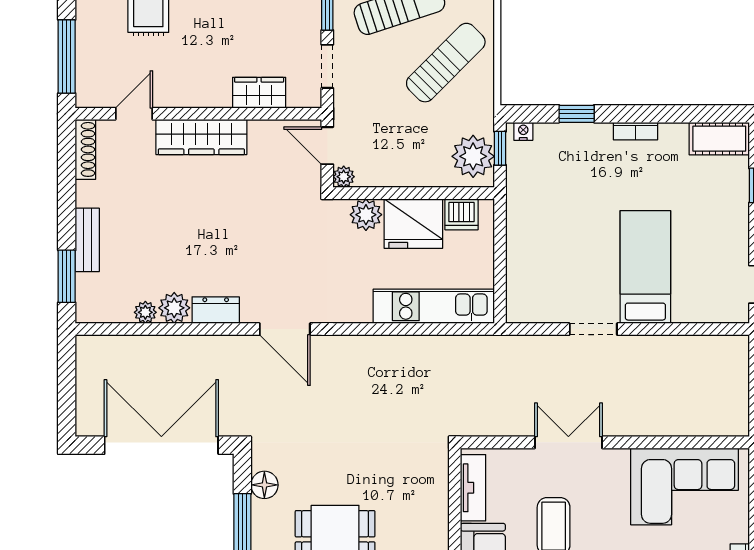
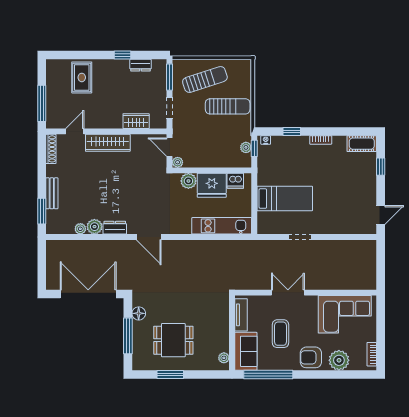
sun lounger: (446, 63) -> (228, 106), turned 45
plant: (473, 156) -> (246, 147), width x0.53, depth x0.53
bed: (645, 267) -> (285, 199), moved, turned 90

